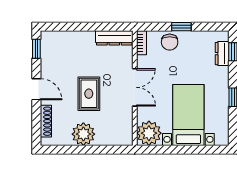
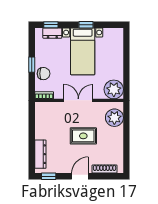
dresser: (114, 38) -> (40, 154), moved
bed with nightstands: (188, 115) -> (83, 51), moved, turned -90
plant: (83, 134) -> (114, 118), moved

